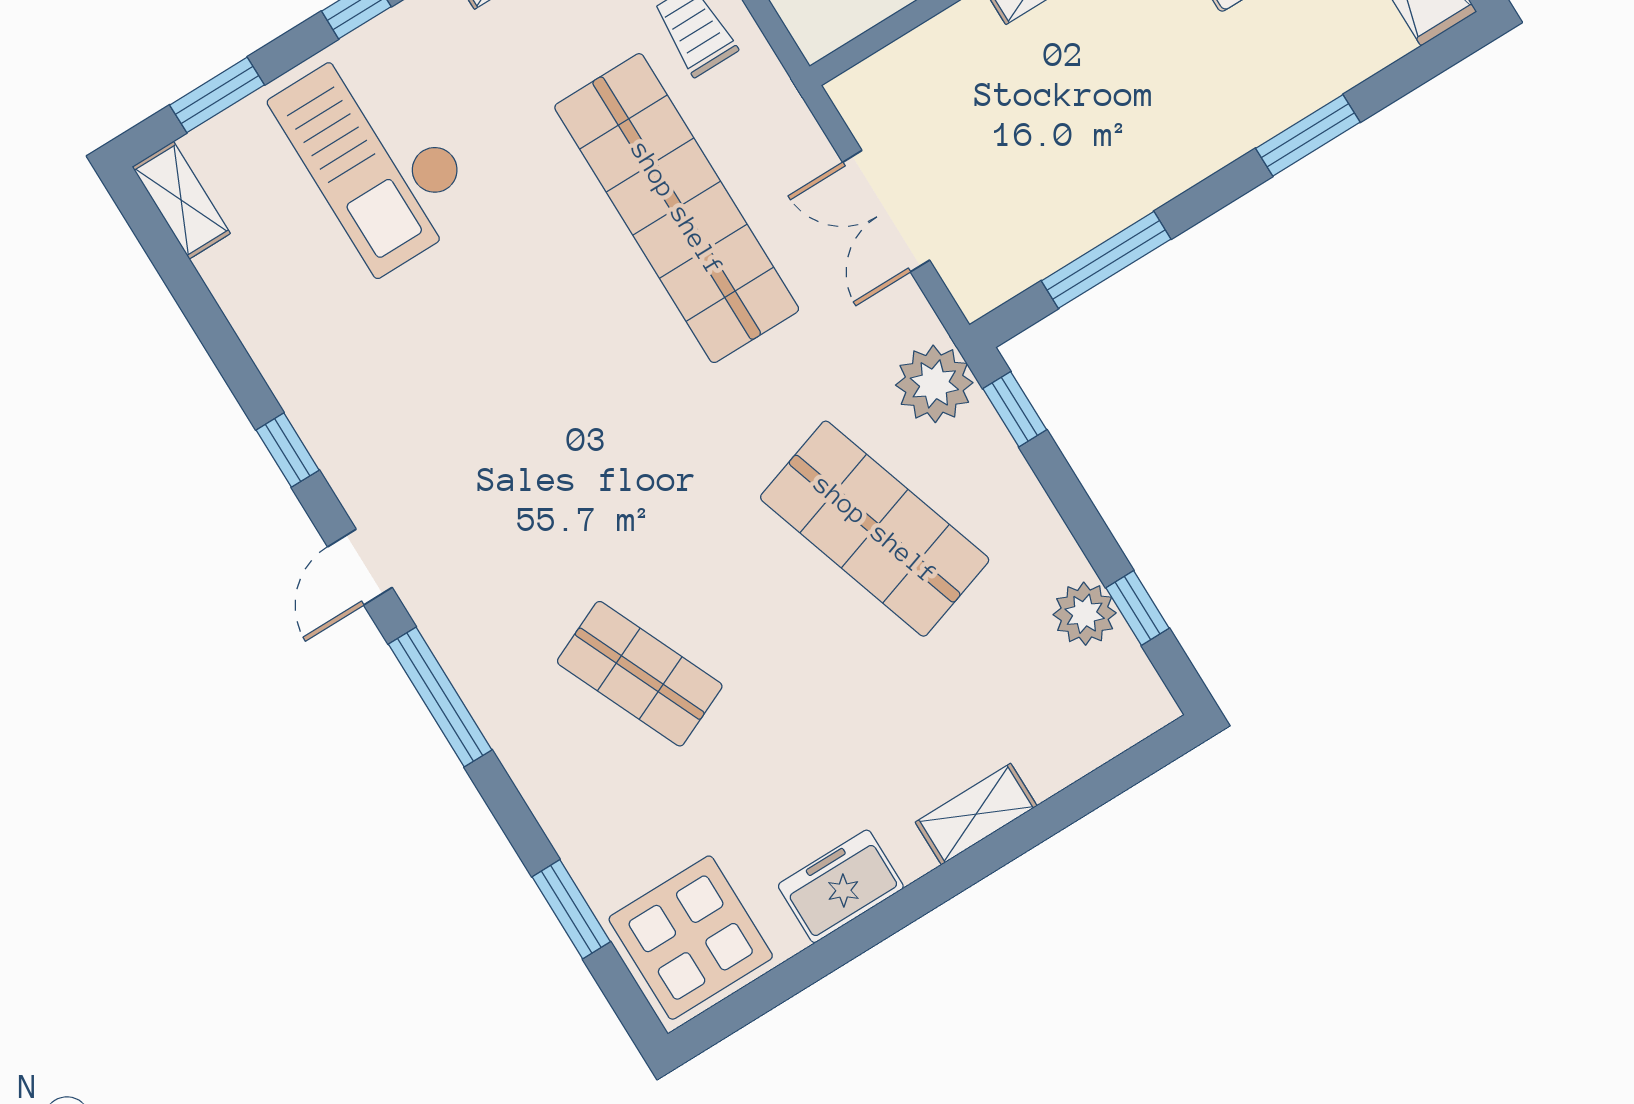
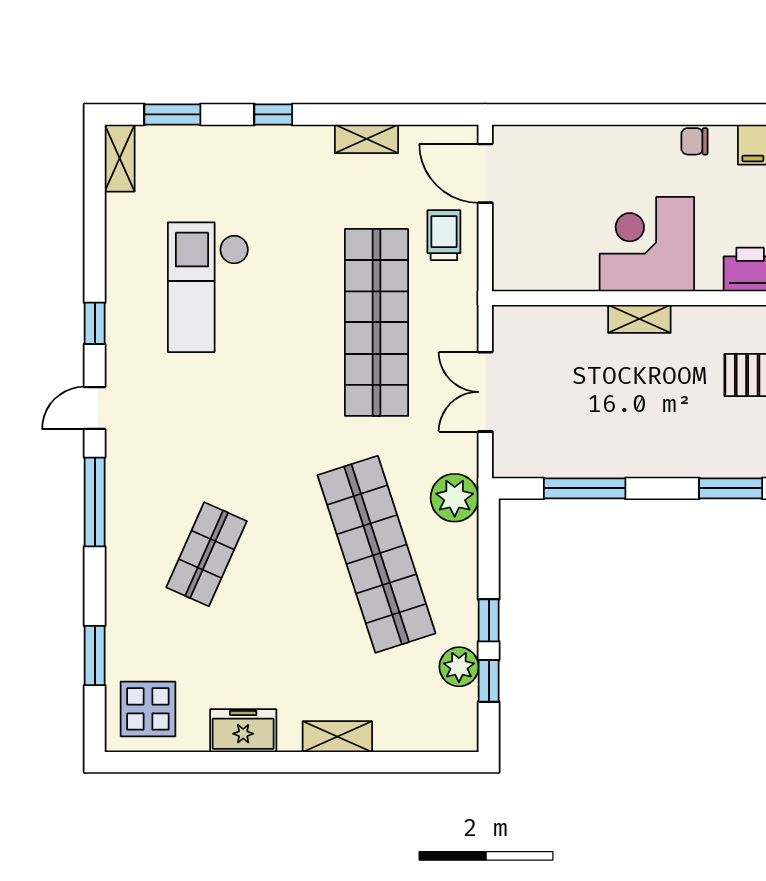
checkout: (377, 156) -> (208, 287), moved
window: (1015, 409) -> (489, 620), moved
shop shelf: (875, 529) -> (377, 554), width x1.40
shop shelf: (640, 674) -> (207, 554), turned 48
display table: (691, 938) -> (148, 709), width x0.73, depth x0.73

